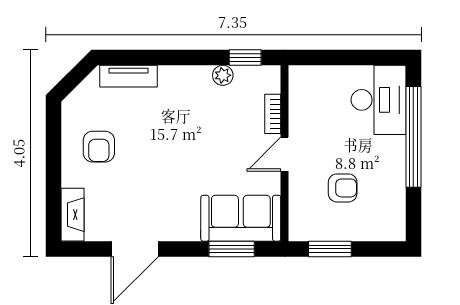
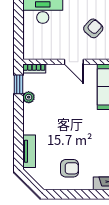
bookcase: (273, 114) -> (34, 68), moved
armchair: (343, 188) -> (93, 28), turned 42

